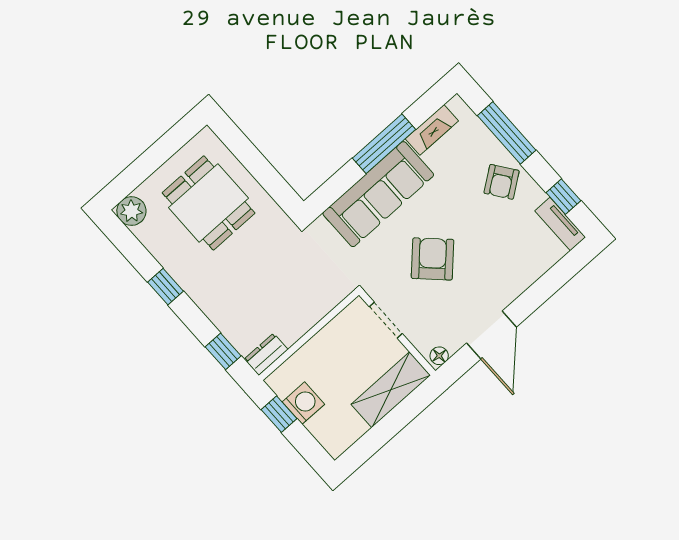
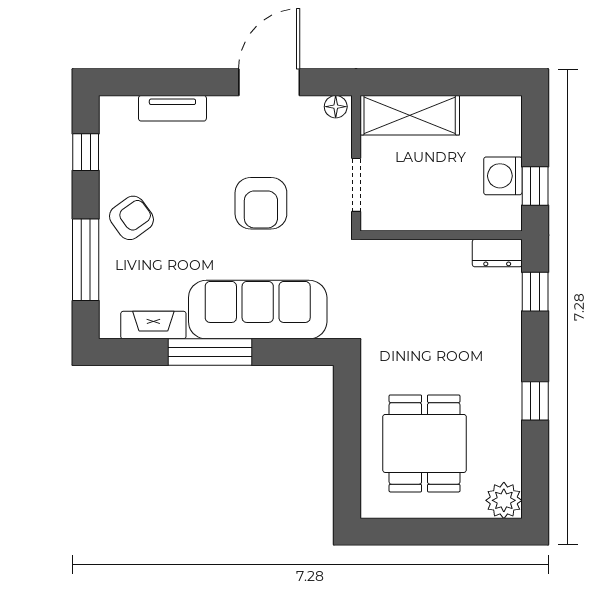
tv unit: (560, 224) -> (172, 108), moved, turned 90
armchair: (432, 259) -> (261, 203), turned -44

